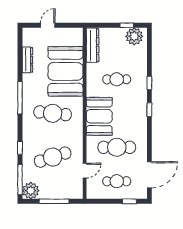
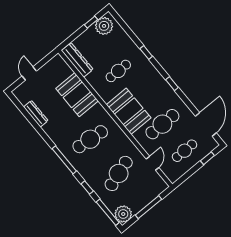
booth: (65, 71) -> (77, 95), width x0.73, depth x0.70
window: (20, 98) -> (64, 160), moved
window: (149, 110) -> (172, 84), moved

